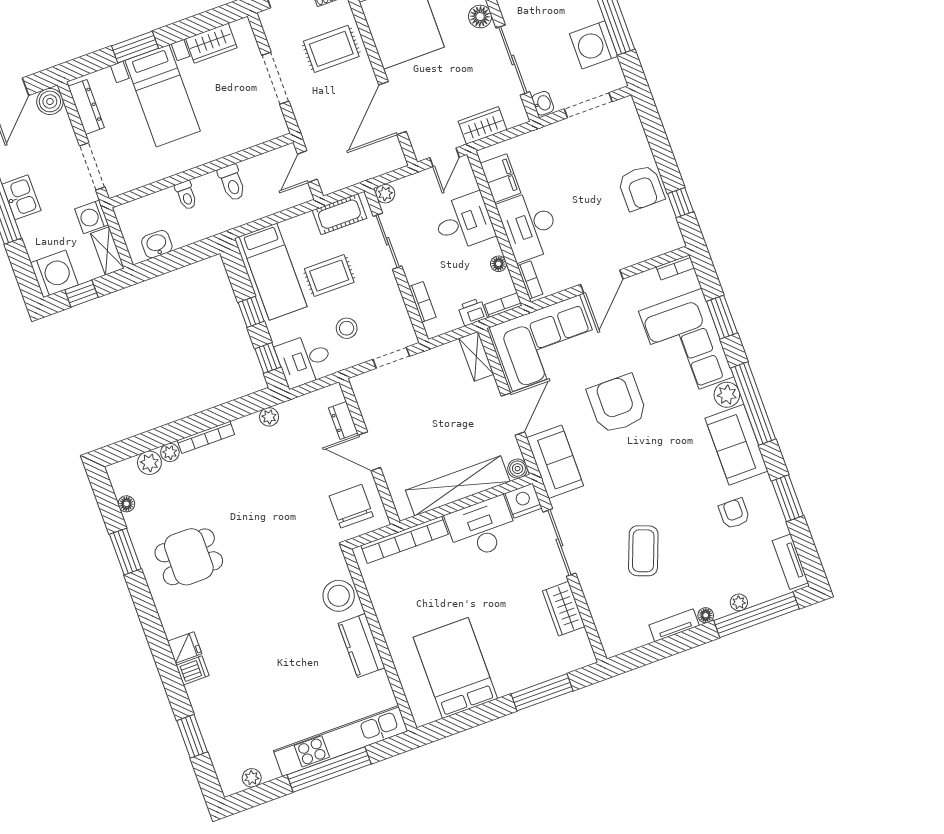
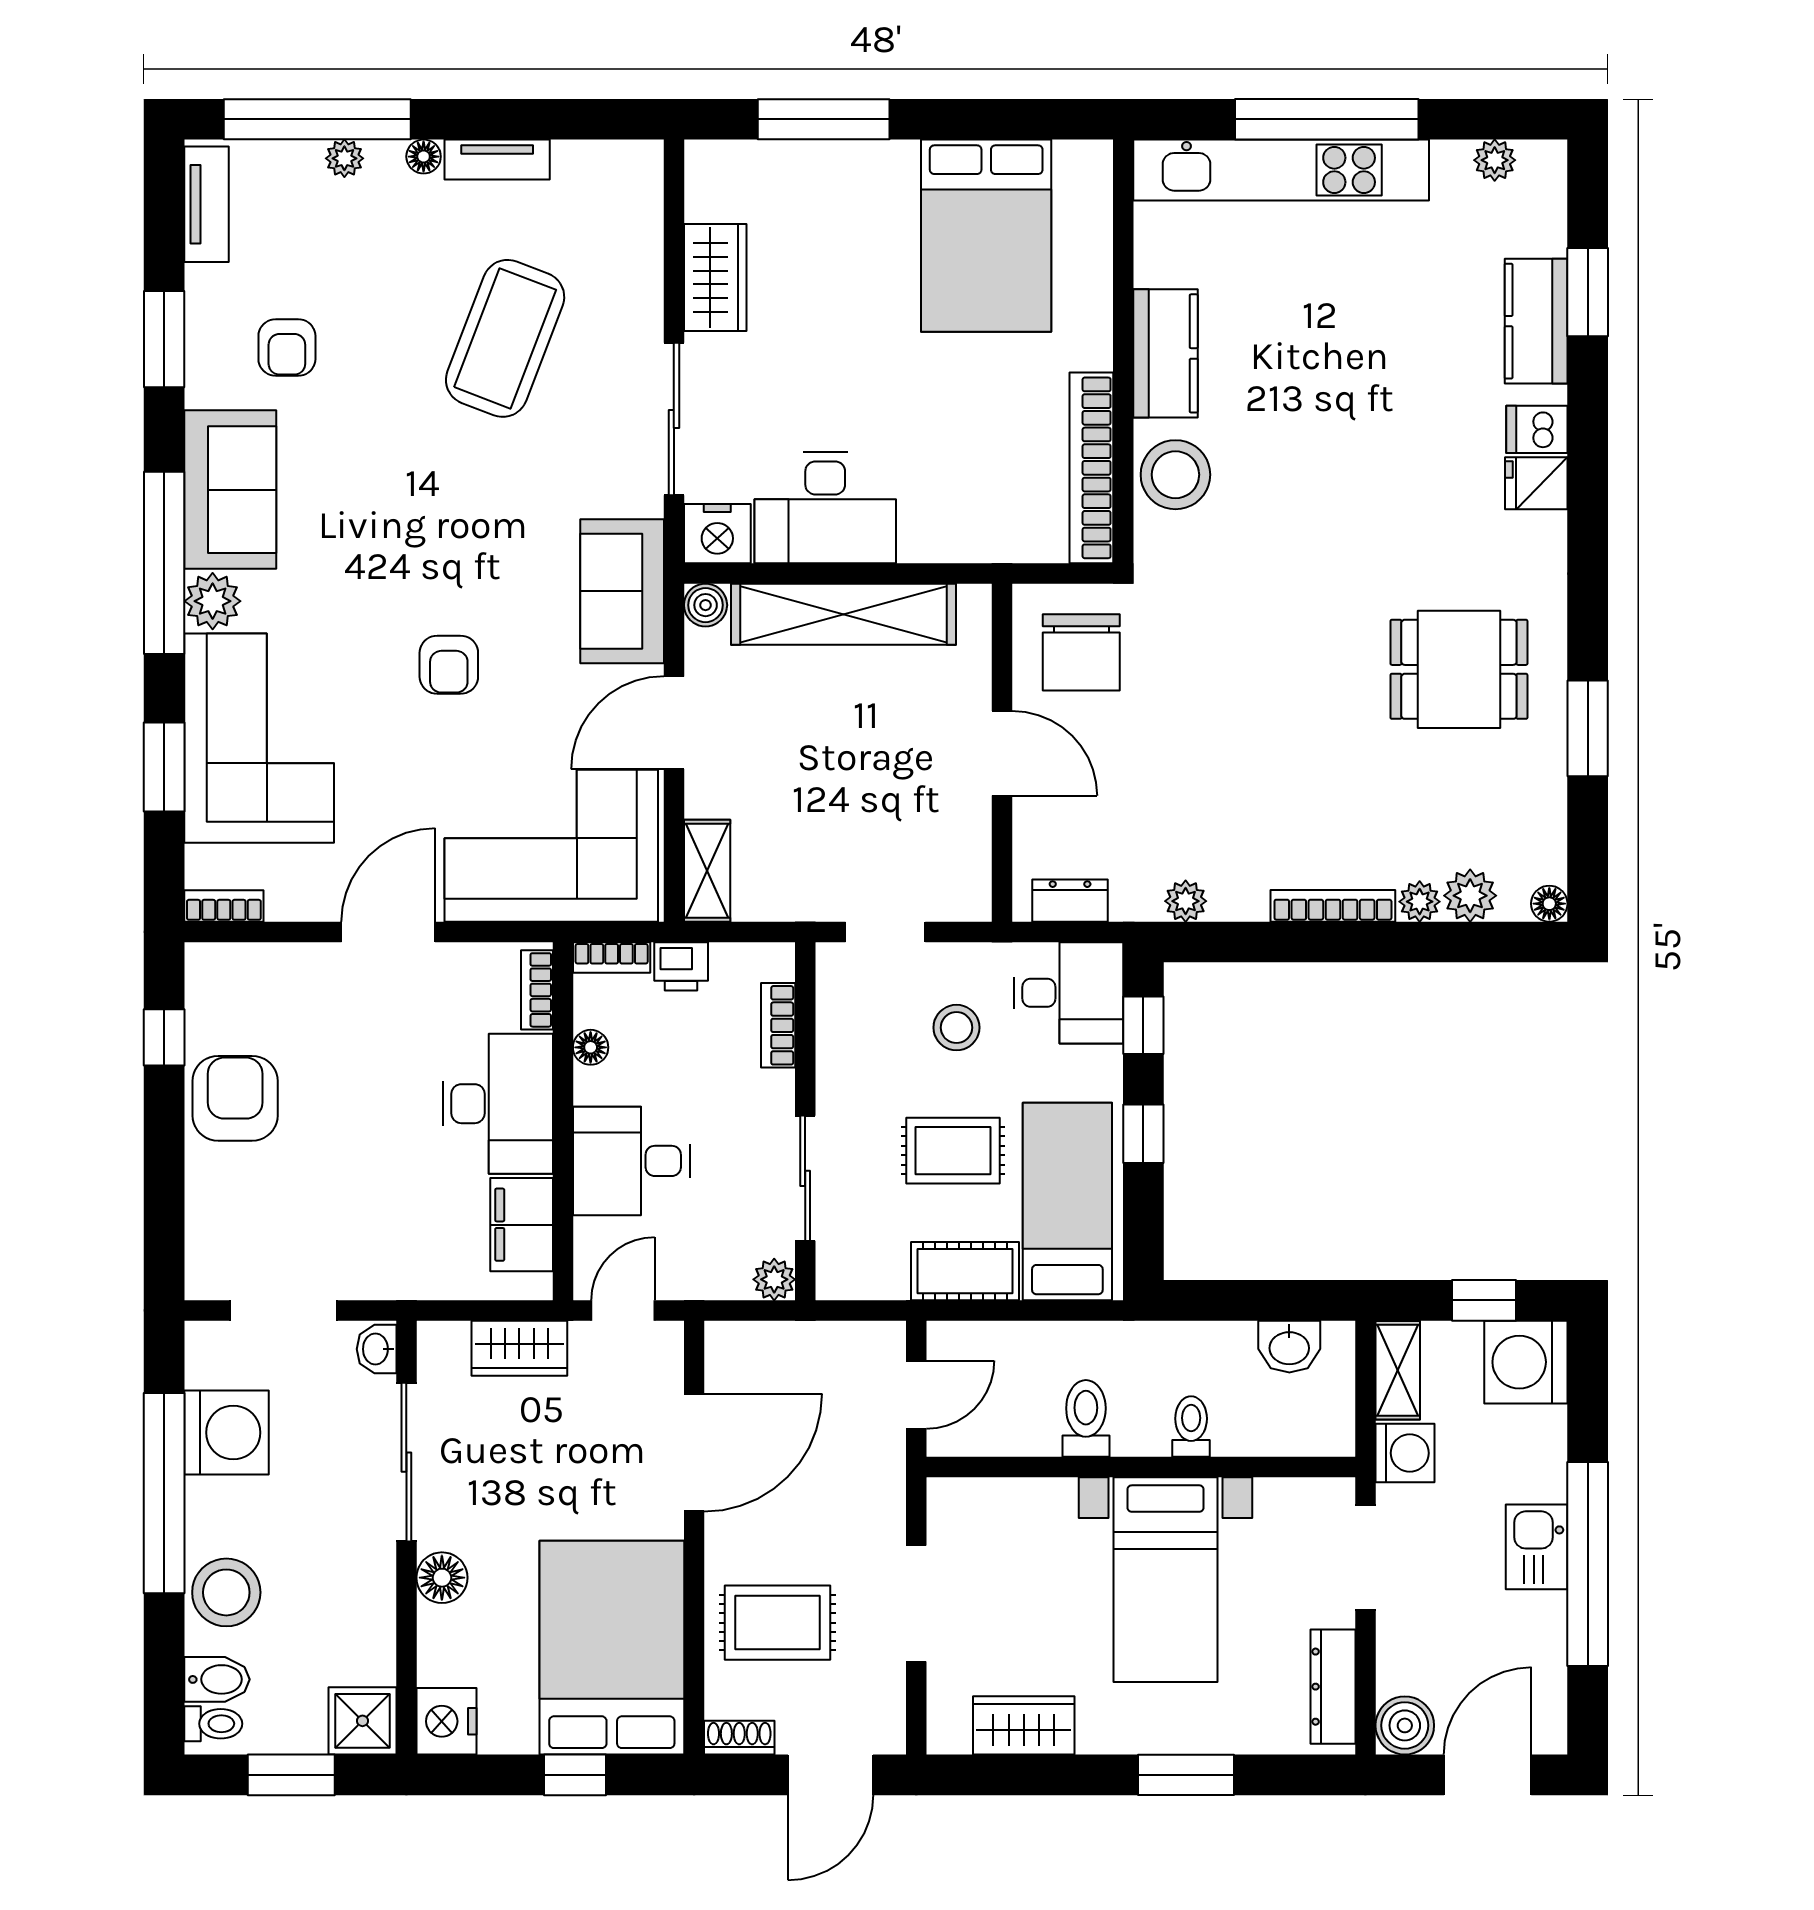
bed with nightstands: (163, 96) -> (1166, 1580), moved, turned 180
cot: (339, 214) -> (965, 1271), moved
armchair: (617, 404) -> (449, 665), width x0.53, depth x0.53
dresser: (343, 421) -> (1070, 901), moved, turned -90
floor lamp: (126, 504) -> (1549, 904), moved
bookcase: (405, 540) -> (1091, 468), moved, turned -90
coffee table: (643, 551) -> (505, 338), width x1.36, depth x1.32
kitchen counter: (209, 716) -> (1536, 321), added

